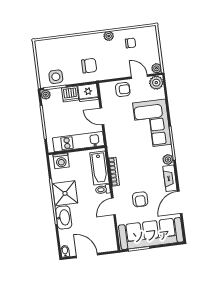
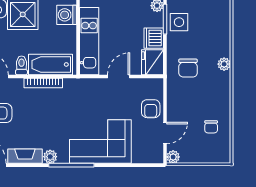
plant: (109, 36) -> (224, 64), moved
plant: (156, 83) -> (154, 154), removed

